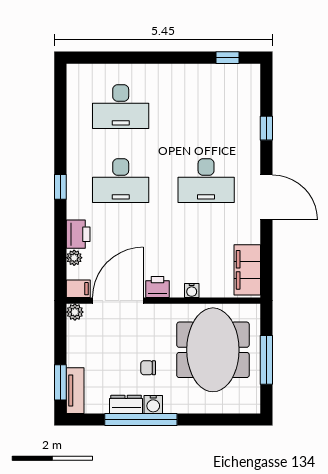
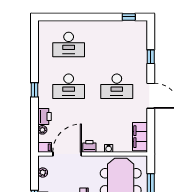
plant: (75, 312) -> (43, 172), moved

